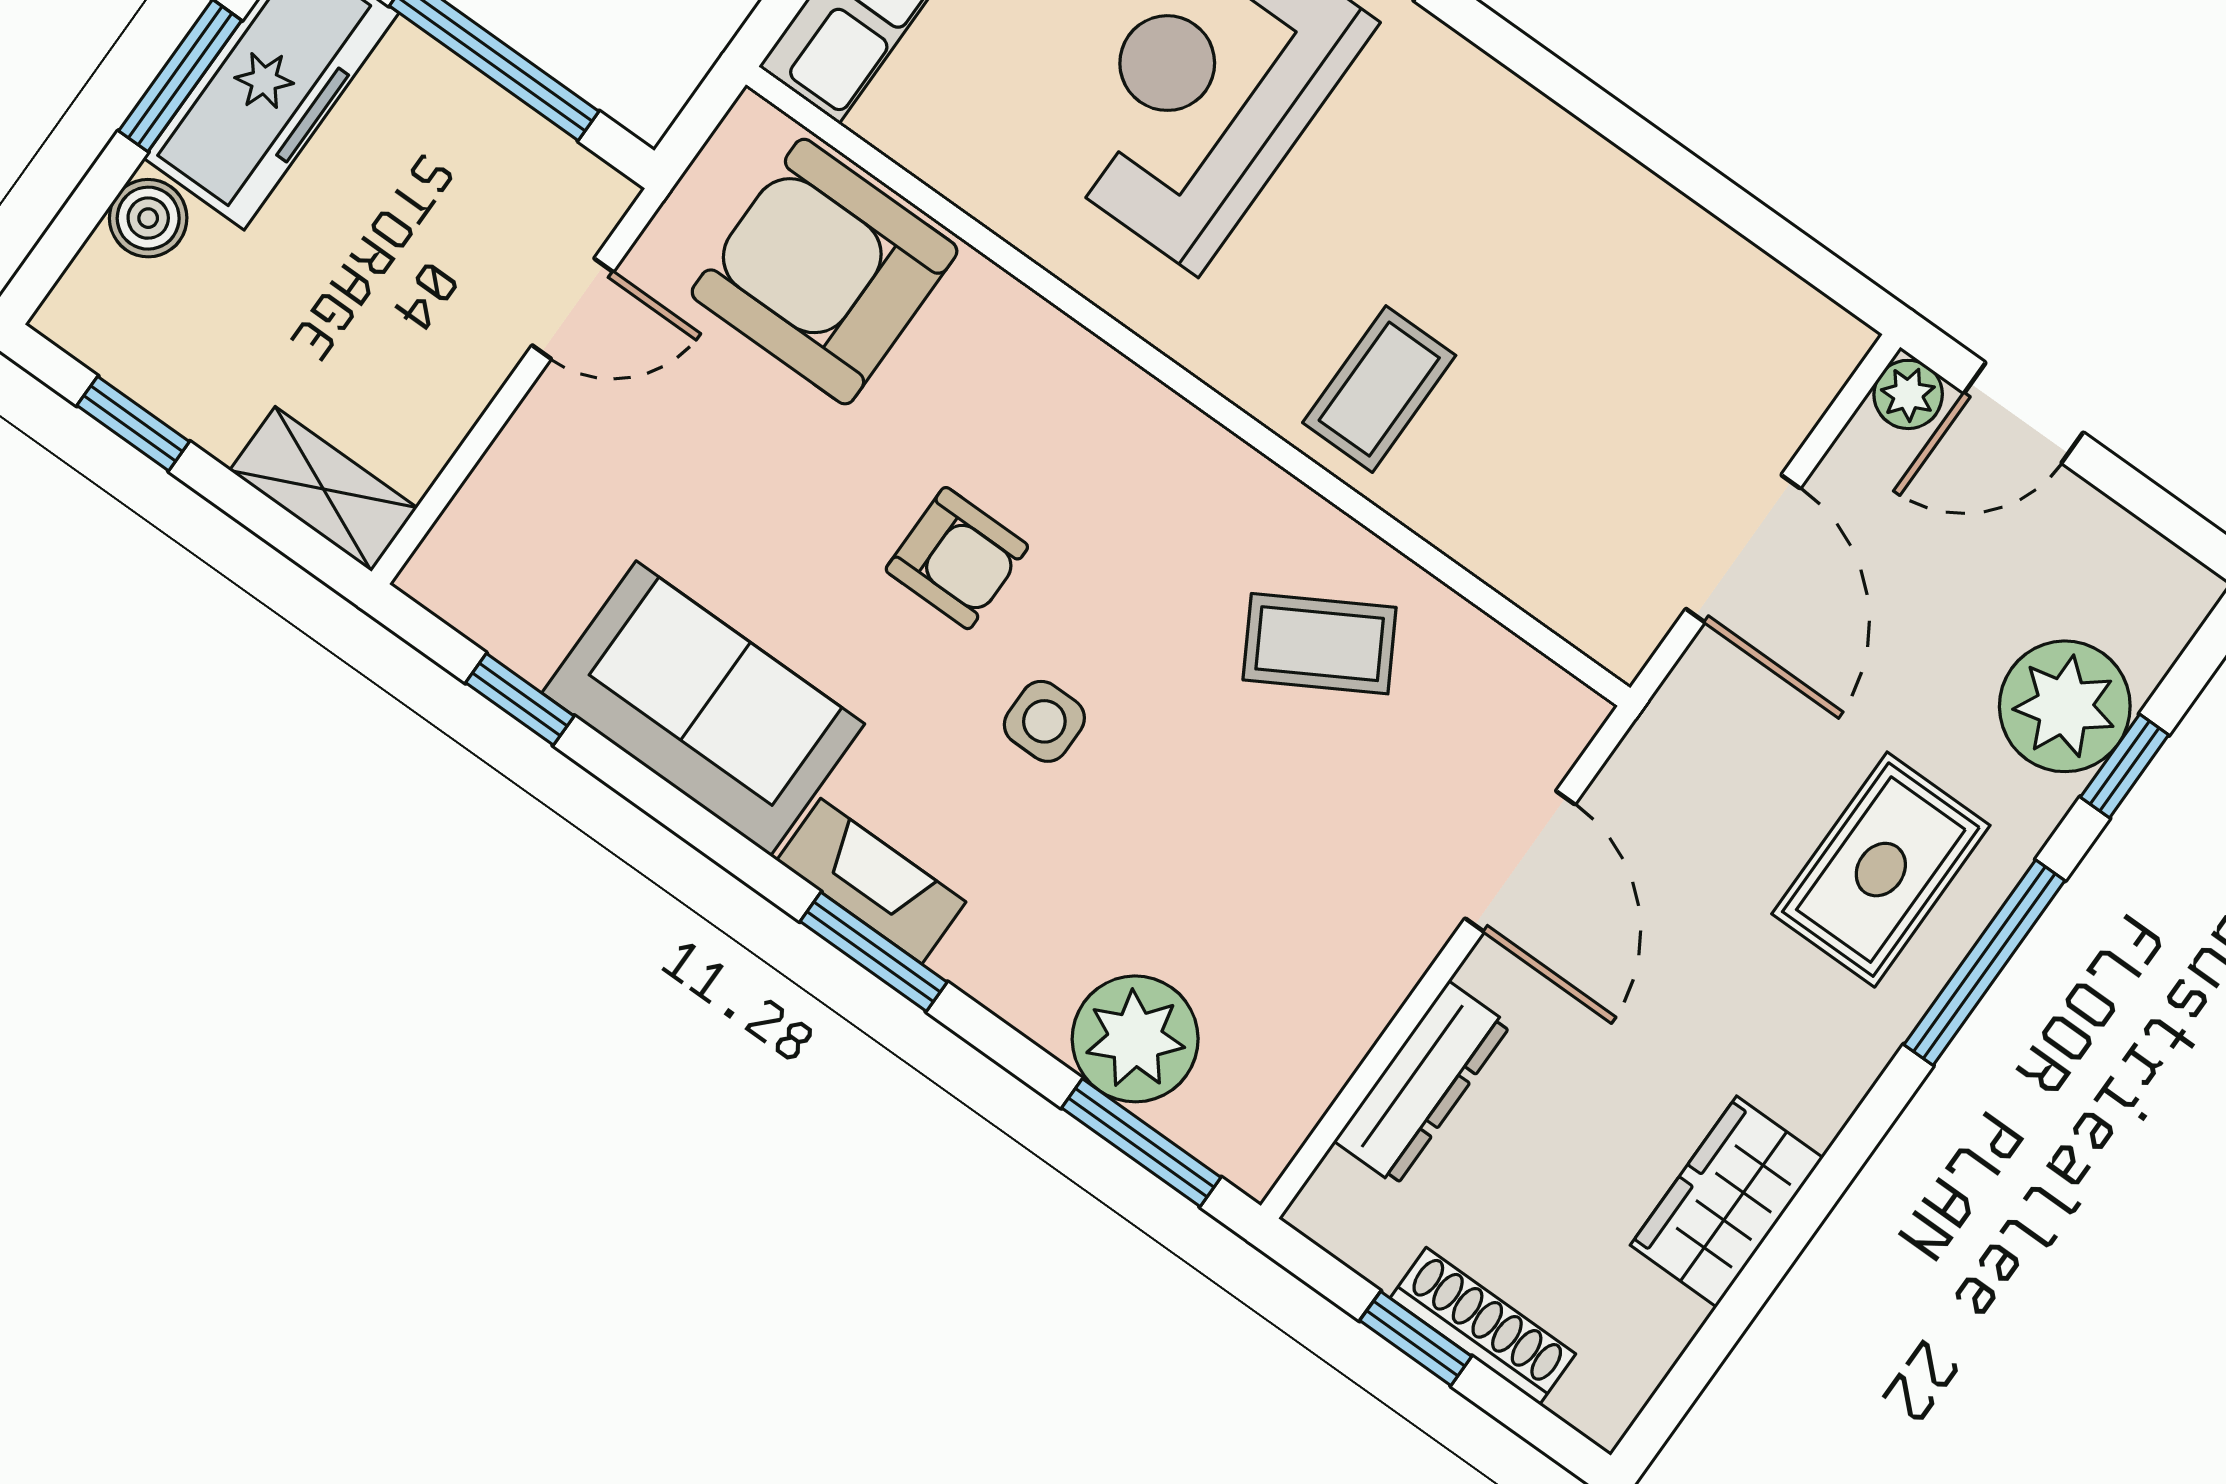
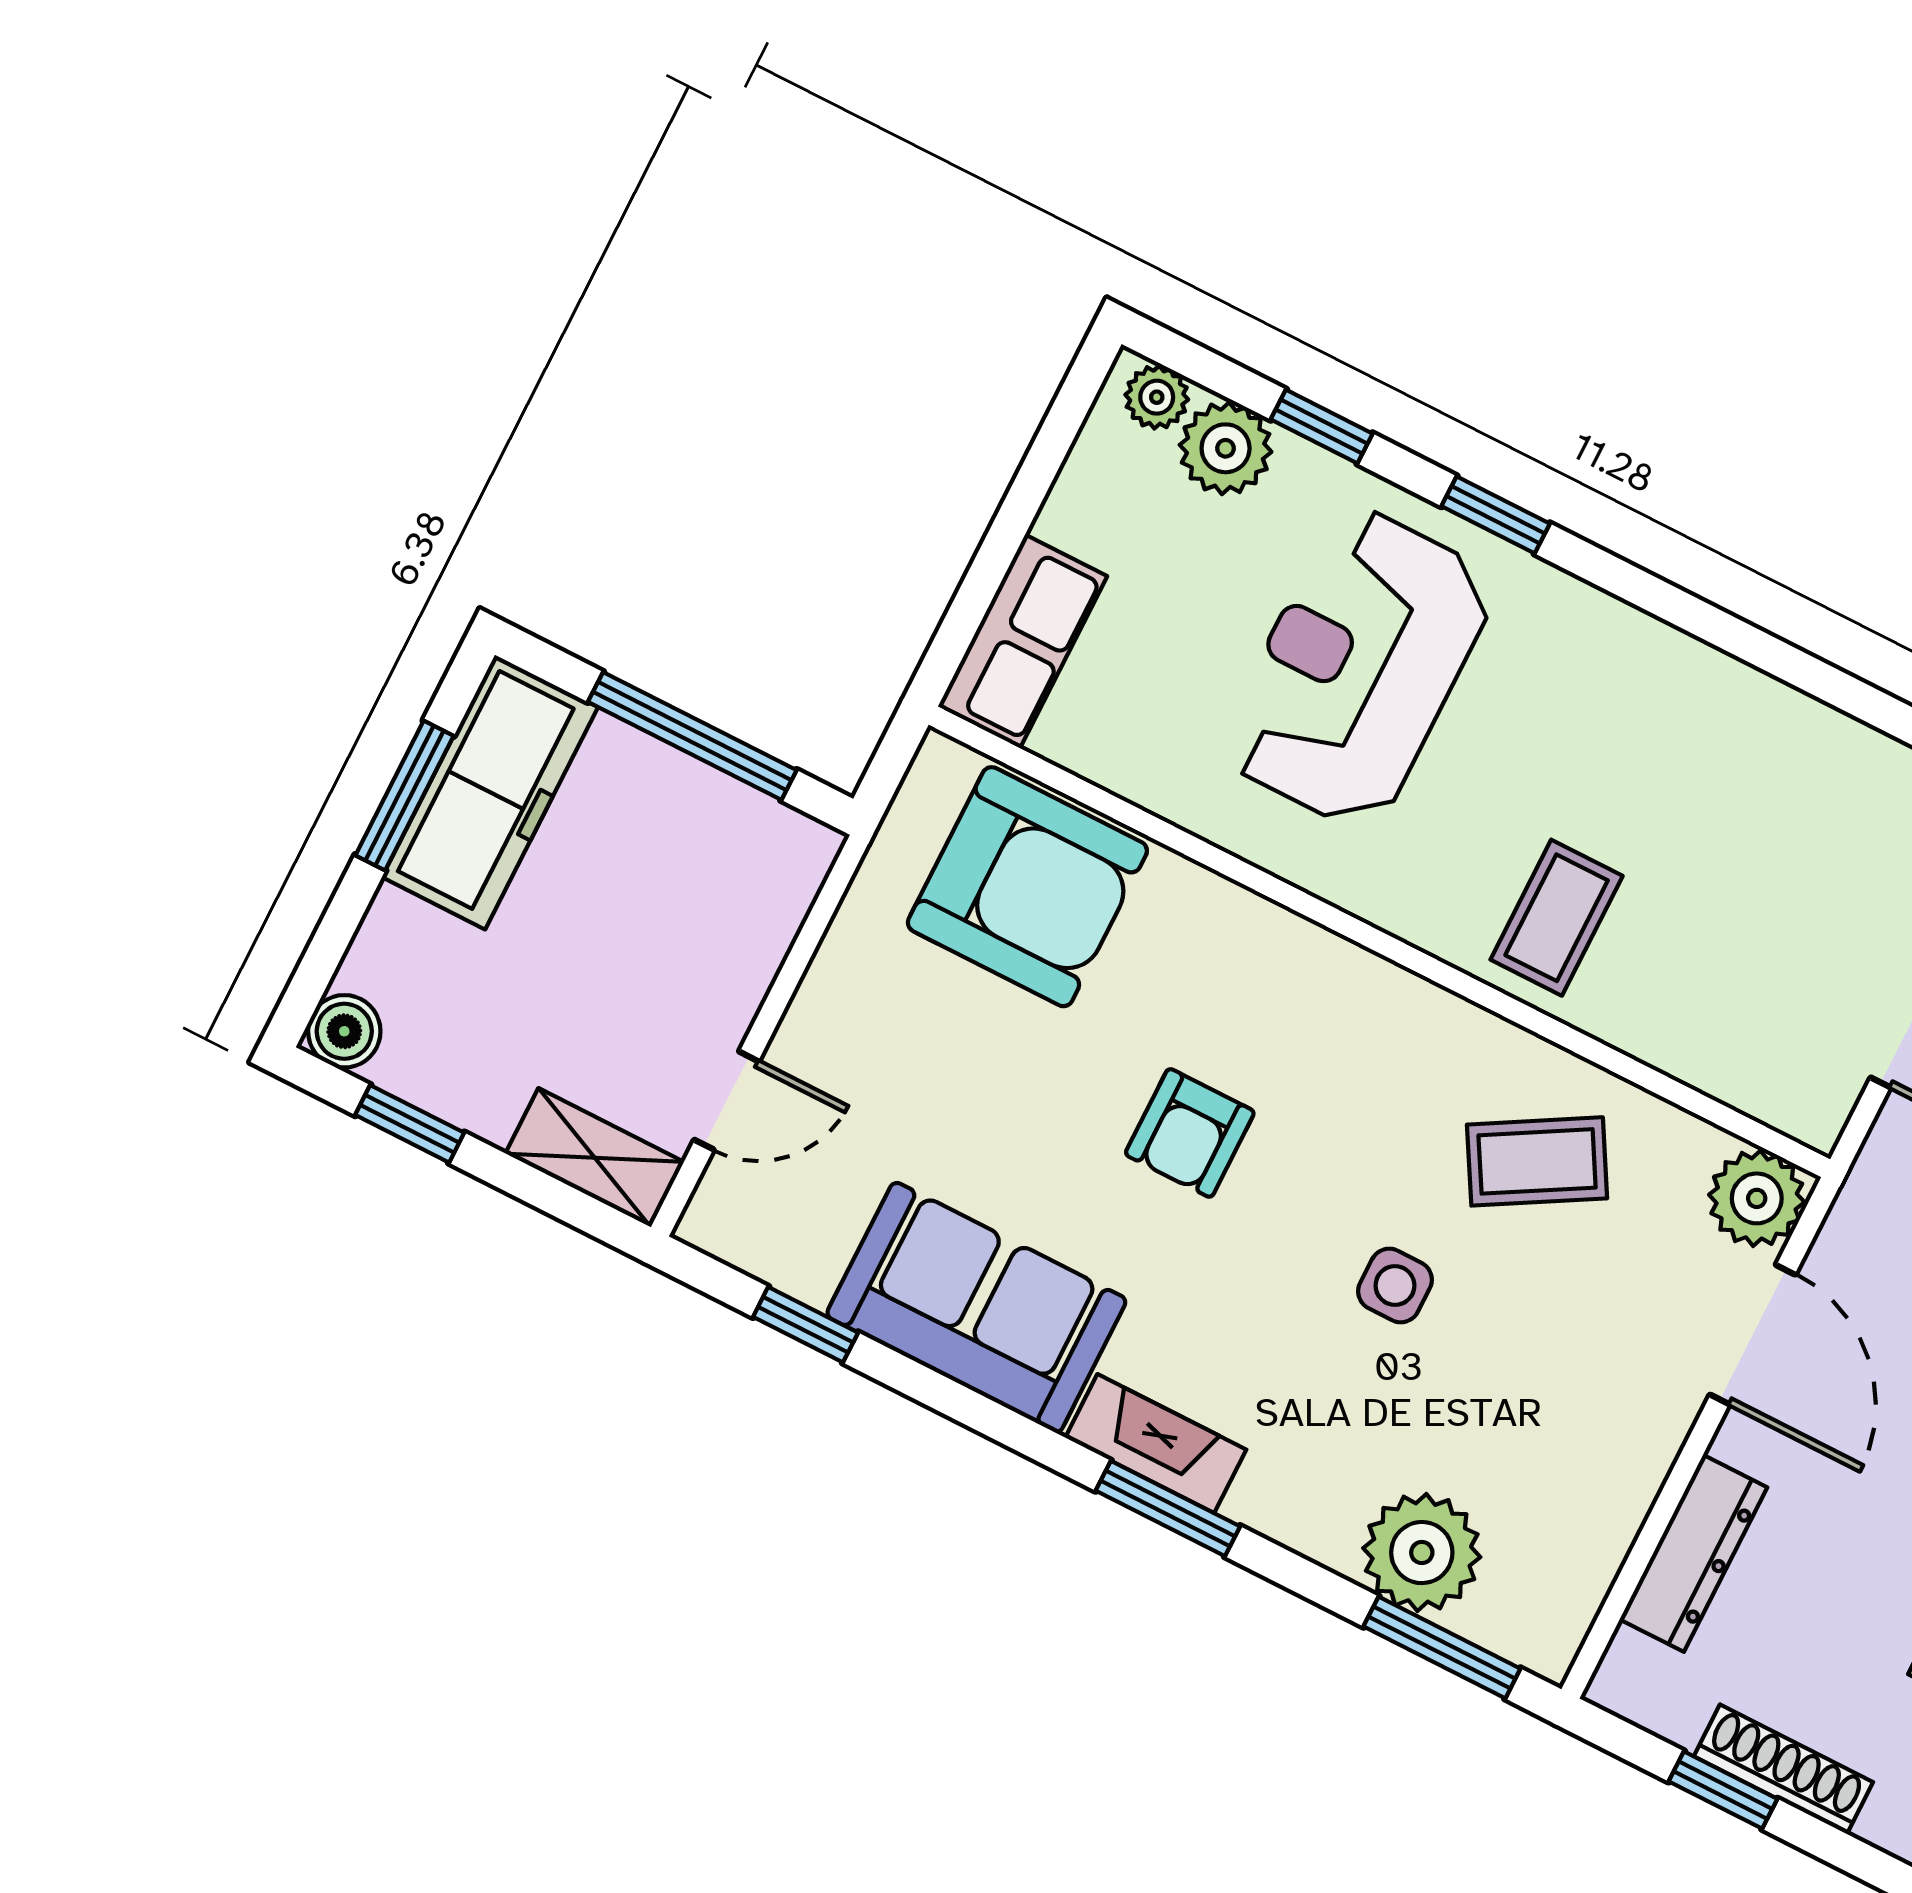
boiler: (148, 218) -> (344, 1031), moved
armchair: (825, 272) -> (1027, 887), turned 180
door: (573, 309) -> (726, 1101), moved
armchair: (957, 558) -> (1190, 1133), turned 90
plant: (1546, 718) -> (1757, 1198), added
side table: (1044, 721) -> (1395, 1286), moved

